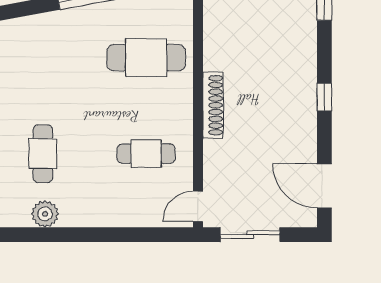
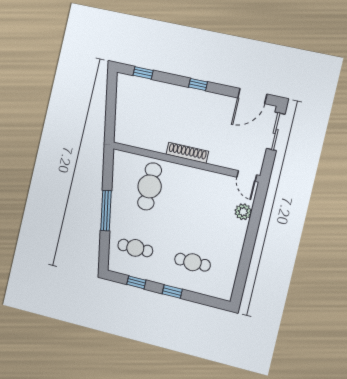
cafe table: (146, 154) -> (135, 248), moved, turned 90
plant: (45, 214) -> (243, 212), moved
sliding door: (250, 235) -> (276, 131), moved

